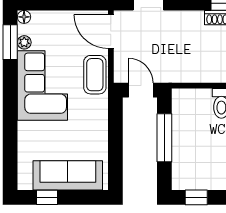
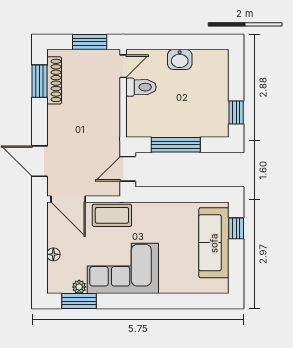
floor lamp: (24, 17) -> (53, 254), moved
door: (111, 32) -> (68, 199), hinge flipped
window: (47, 197) -> (236, 228), moved

